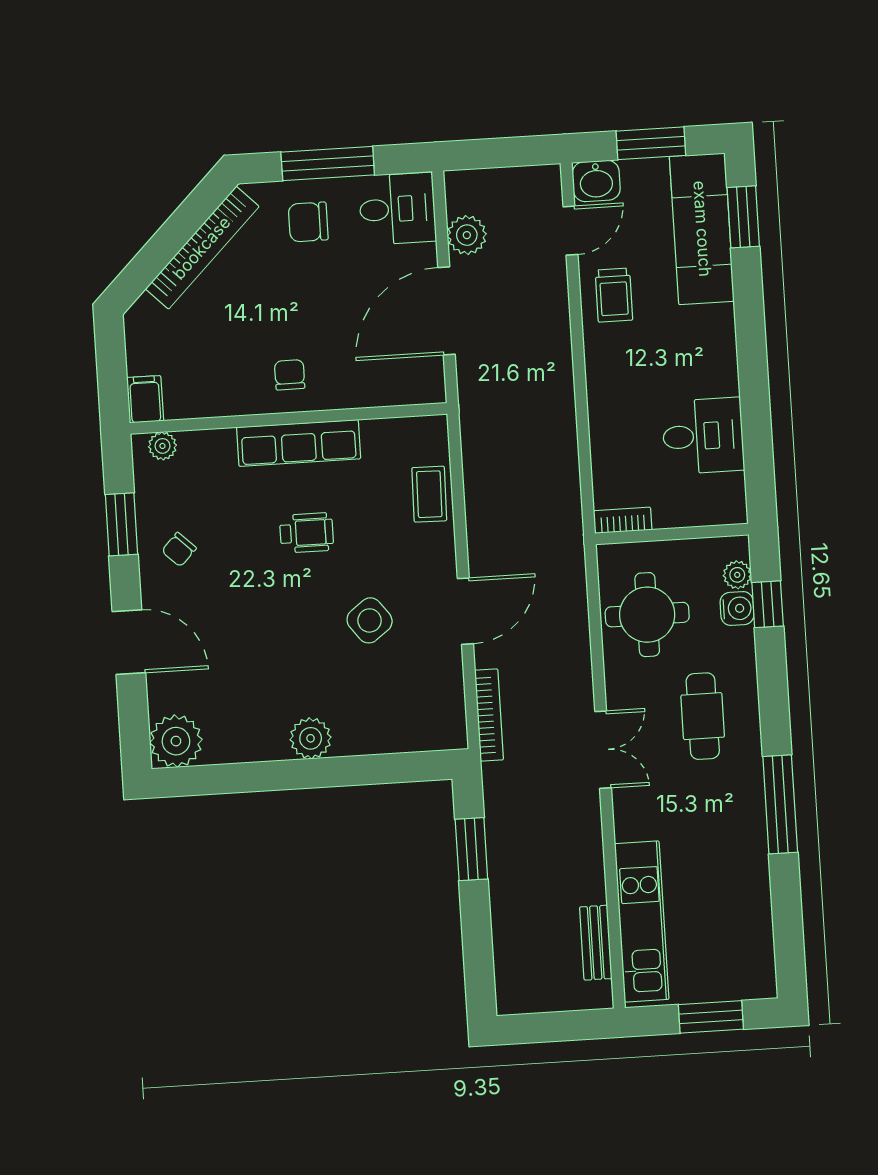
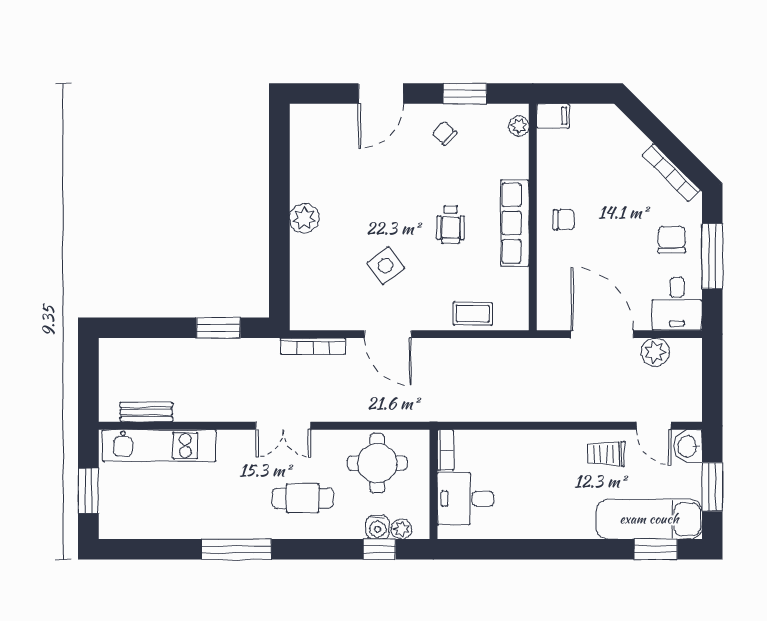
bookcase: (202, 248) -> (671, 173), width x0.68, depth x0.76
desk: (703, 436) -> (465, 499), moved, turned 90
plant: (176, 741) -> (308, 123), removed

